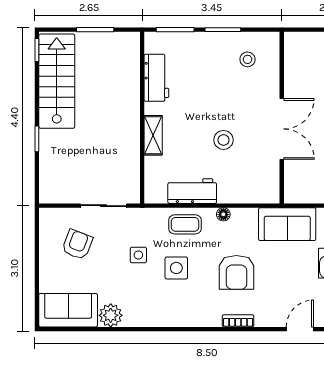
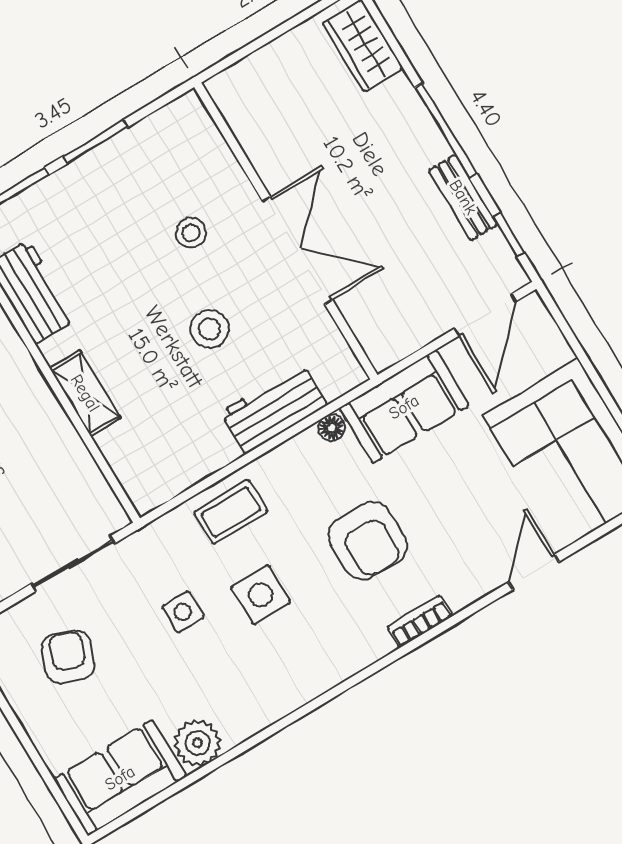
stool: (248, 59) -> (191, 233), moved
workbench: (192, 191) -> (274, 409), moved
floor lamp: (223, 214) -> (332, 428), moved

